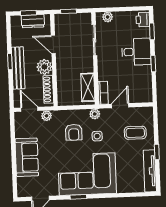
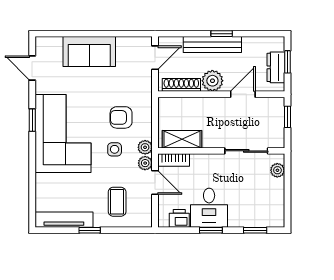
printer: (143, 20) -> (179, 218), moved
desk: (136, 52) -> (209, 208), moved
plant: (47, 116) -> (145, 163), moved

